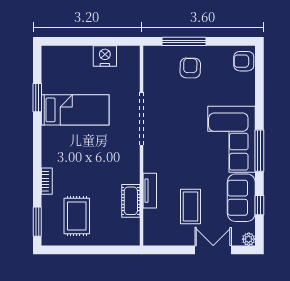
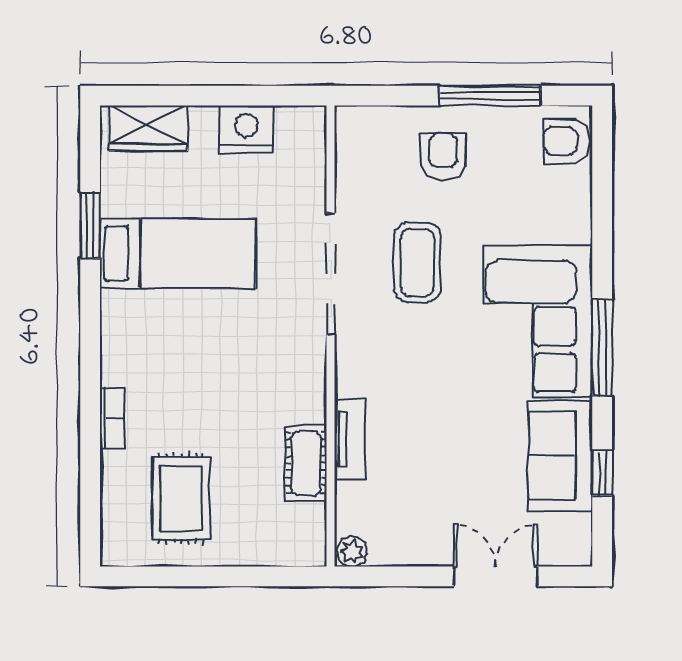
window: (184, 41) -> (490, 96), moved
wardrobe: (63, 56) -> (149, 128), added
coffee table: (190, 207) -> (417, 263), moved
window: (37, 222) -> (90, 511), removed
plant: (249, 239) -> (352, 552), moved

